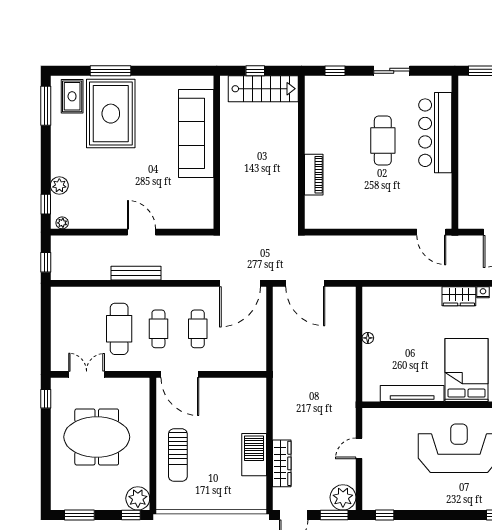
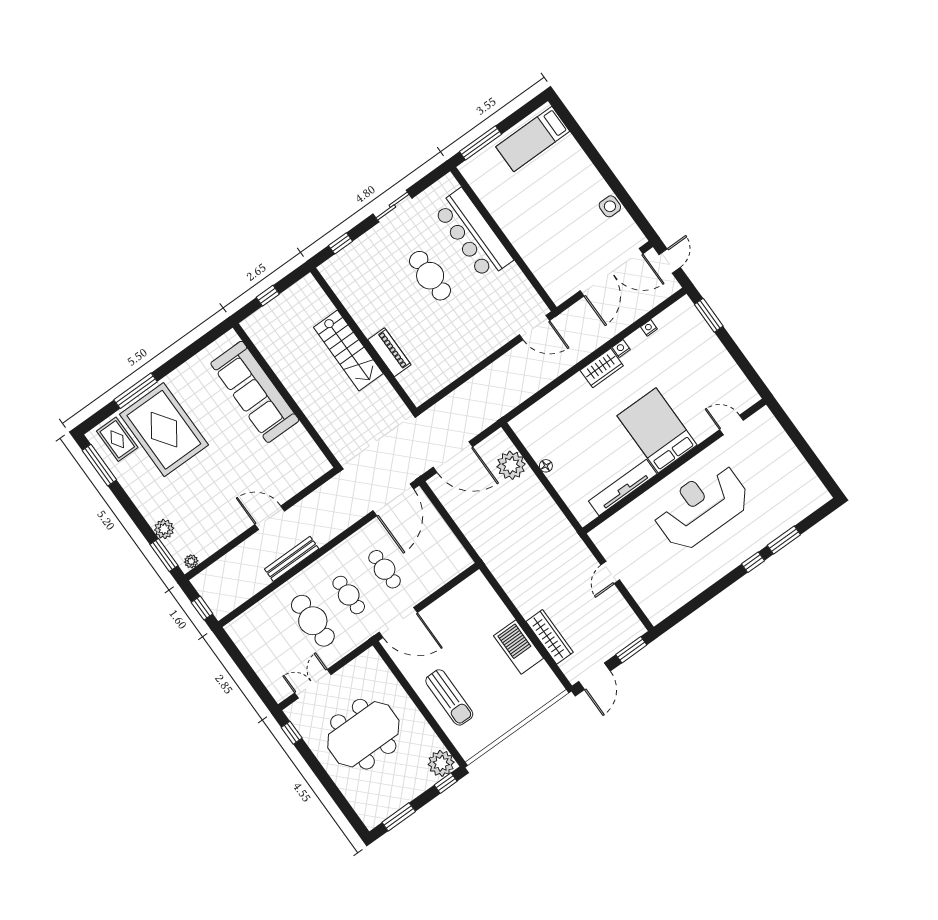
stairs: (263, 89) -> (348, 350), moved, turned 90
window: (46, 204) -> (164, 555), width x1.50
plant: (343, 497) -> (511, 465), moved
window: (385, 515) -> (753, 562), moved

